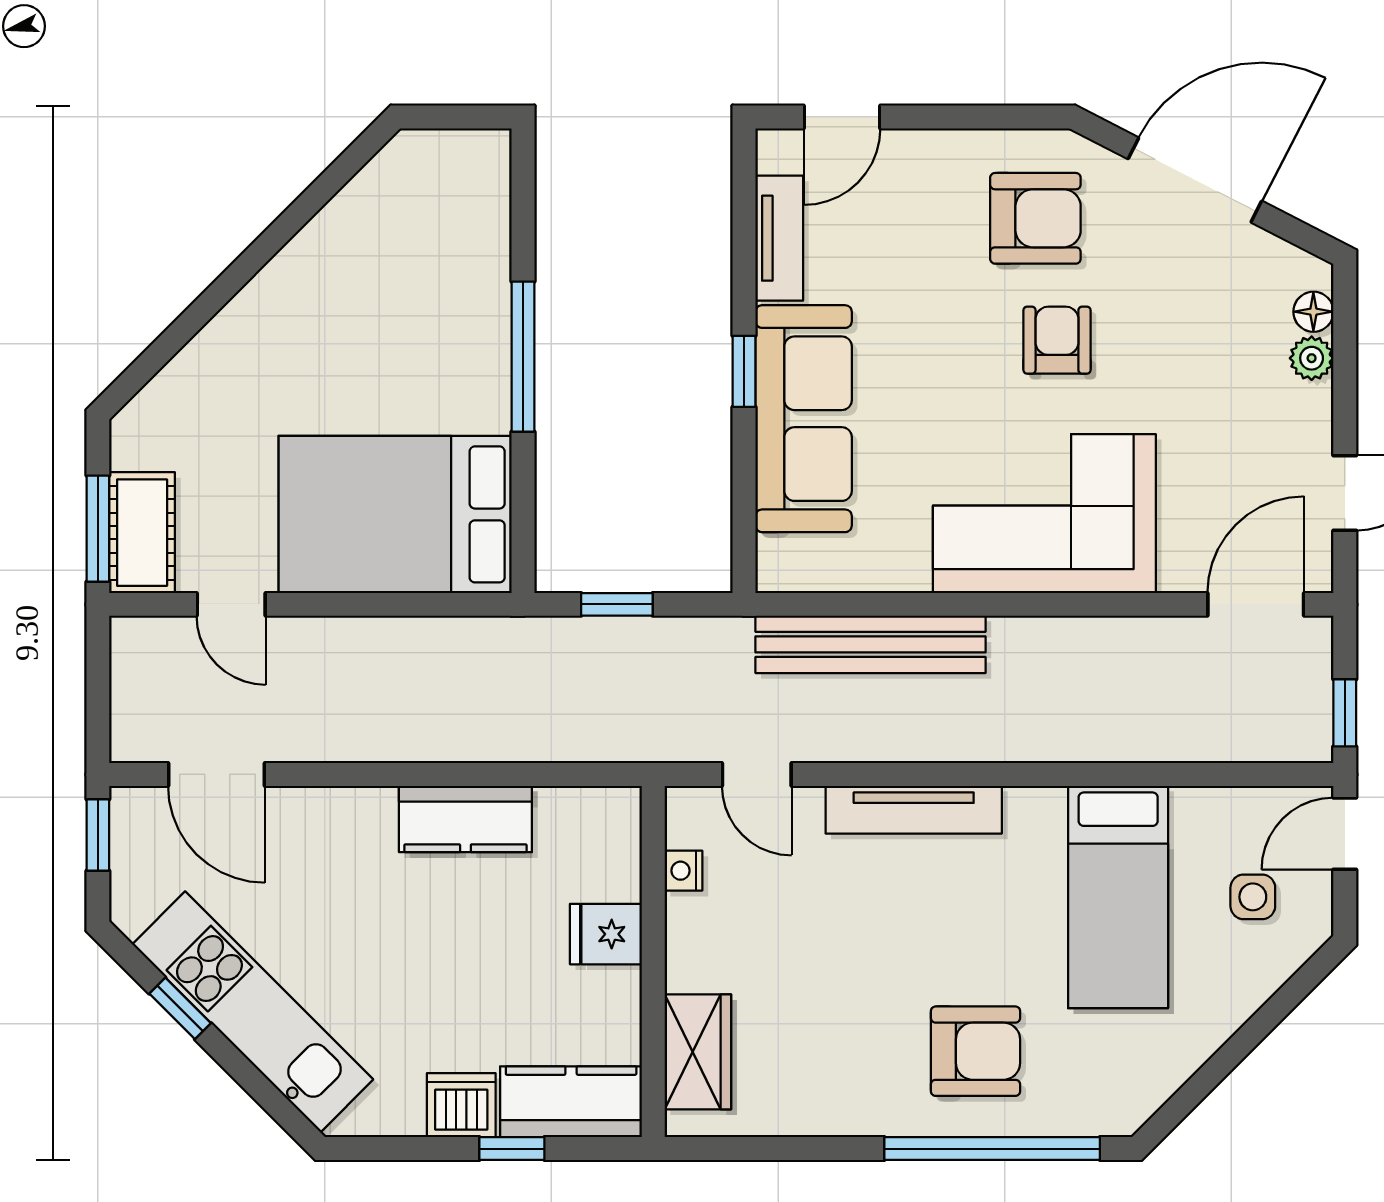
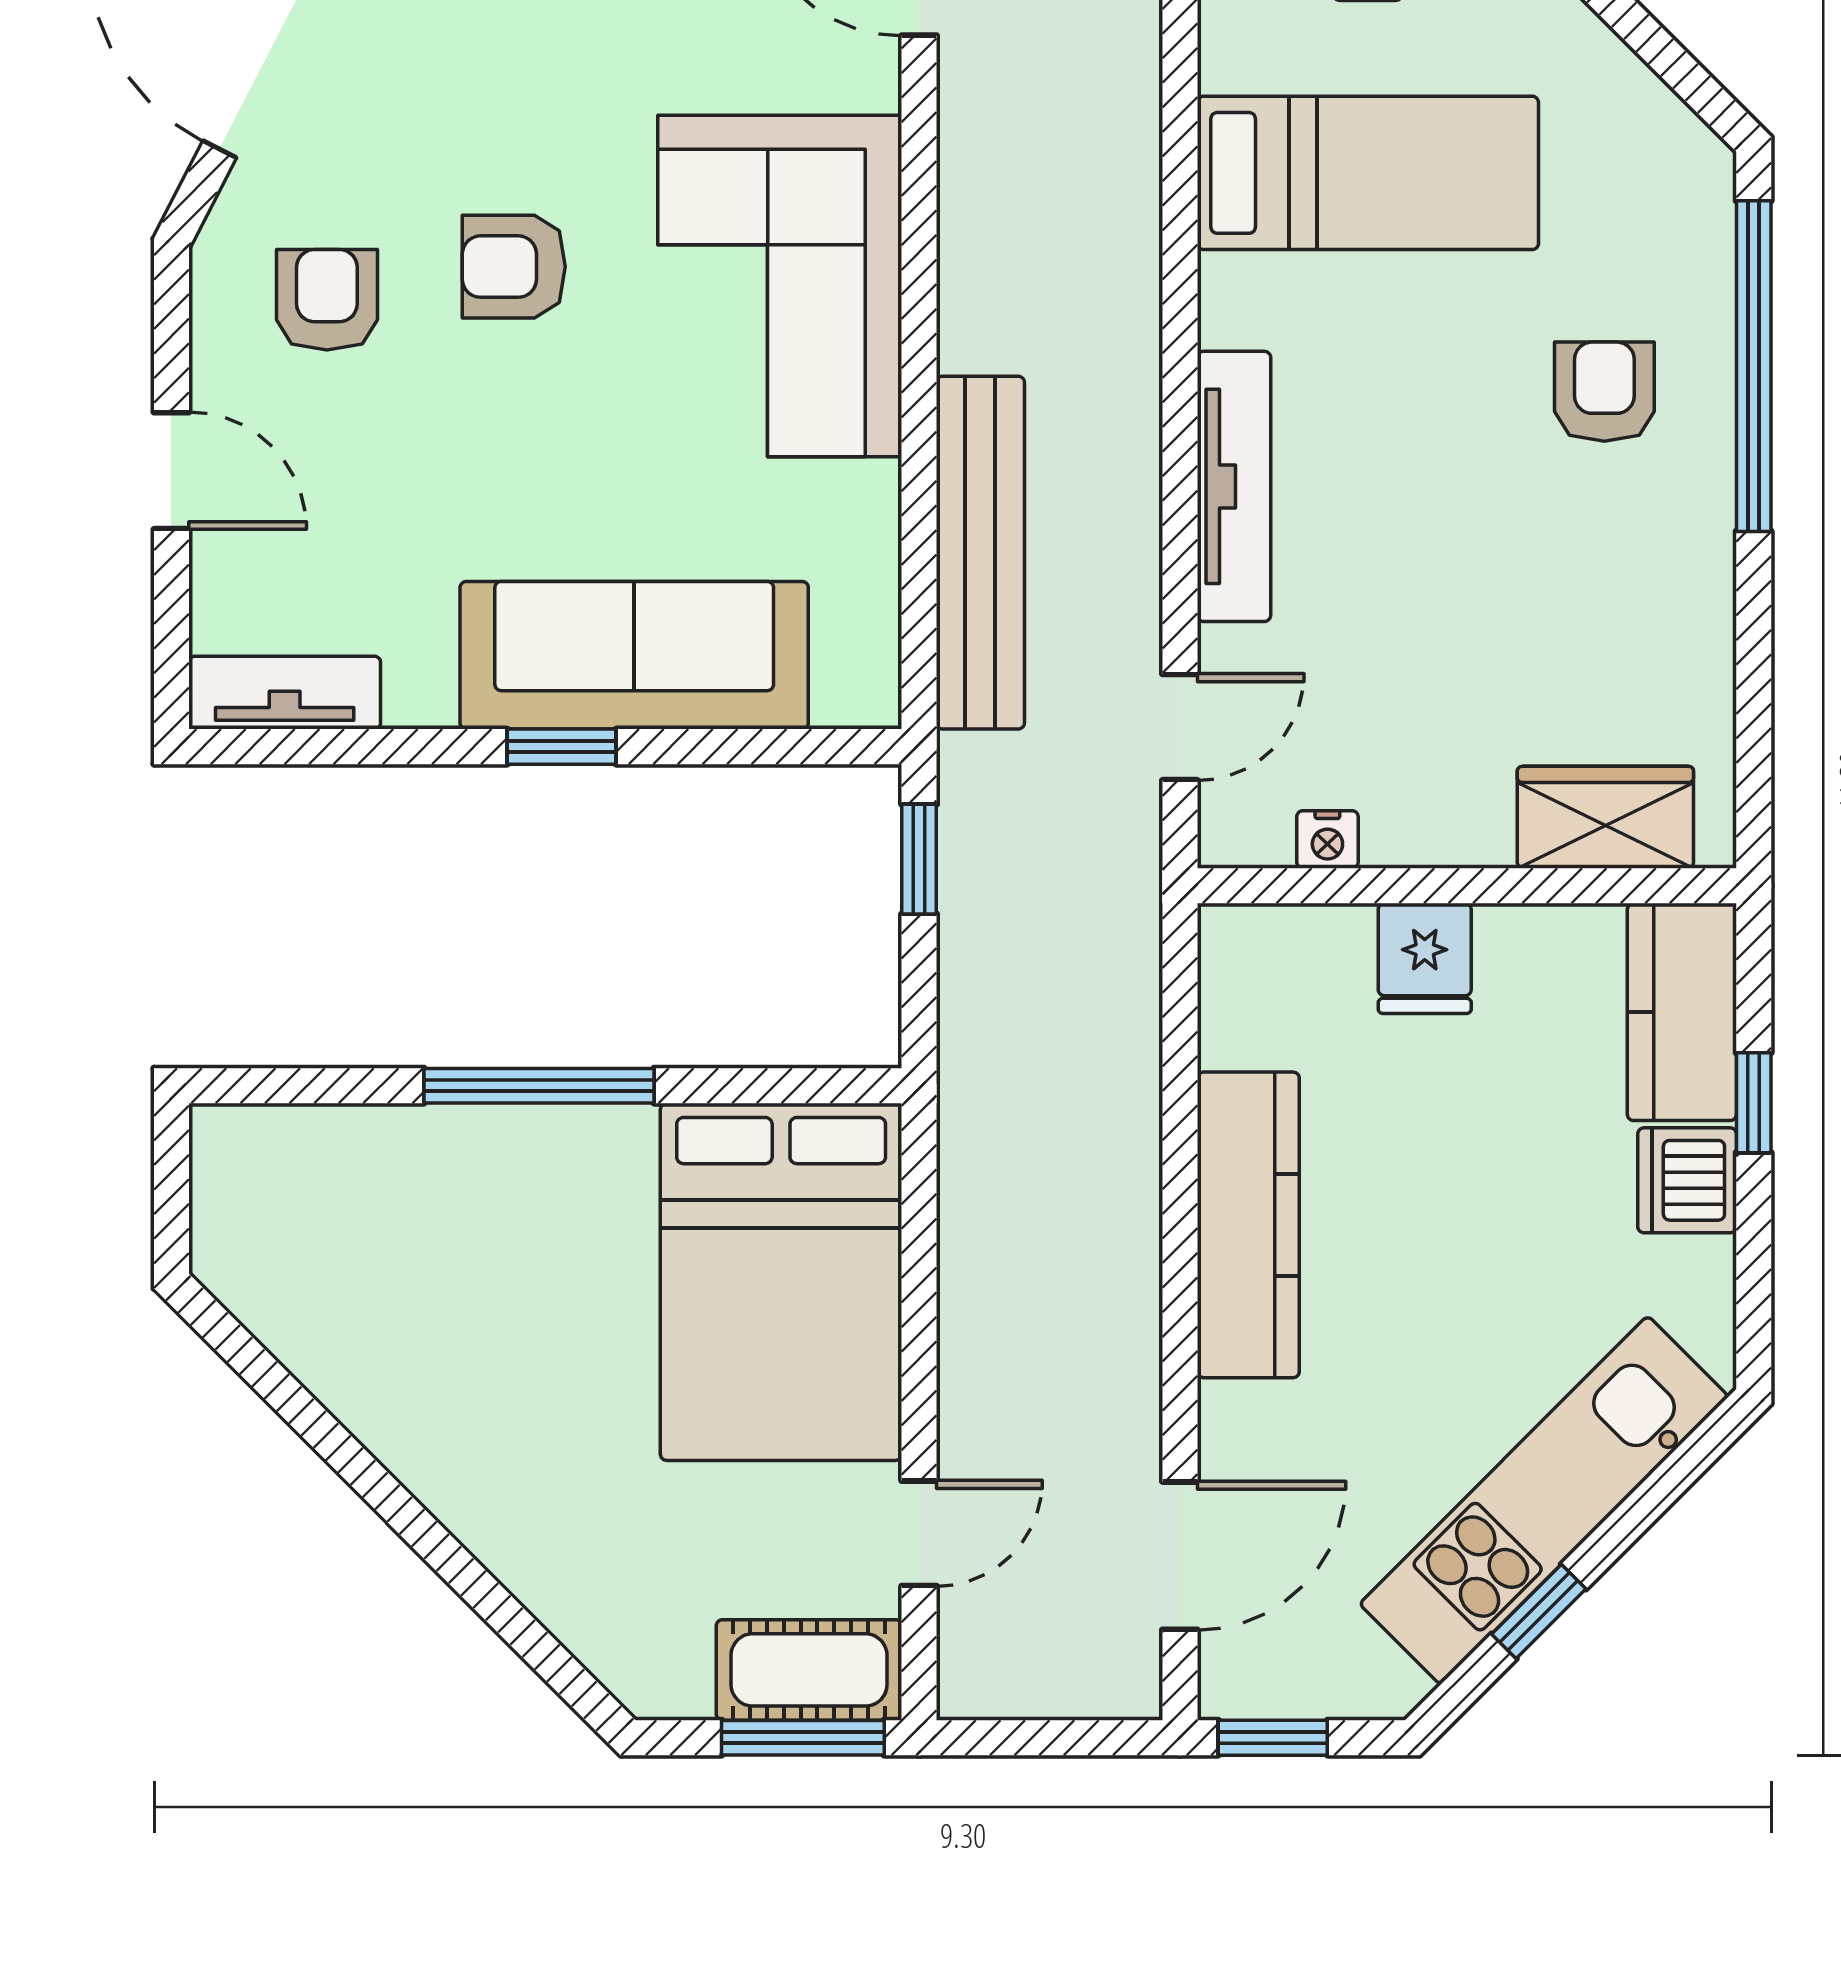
door: (842, 117) -> (171, 471), moved
armchair: (1035, 218) -> (327, 300), width x0.72, depth x0.72
tv unit: (779, 238) -> (285, 693), moved
window: (617, 604) -> (919, 859), moved
kitchen counter: (465, 819) -> (1248, 1225), width x1.50
armchair: (975, 1051) -> (1604, 392), width x0.72, depth x0.72

